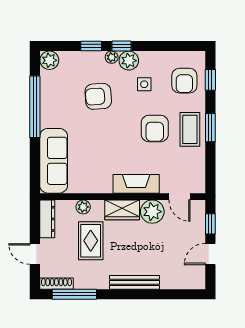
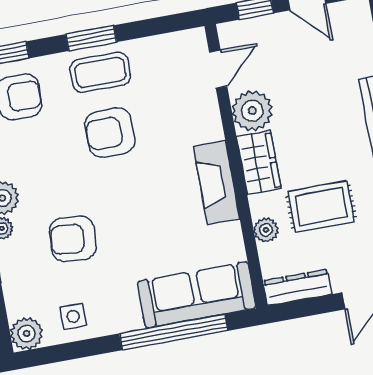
side table: (144, 84) -> (73, 316), moved
armchair: (98, 96) -> (73, 239), turned 99
window: (35, 107) -> (174, 332), moved
armchair: (155, 128) -> (110, 133), turned 180
fireplace: (136, 184) -> (217, 183), moved

